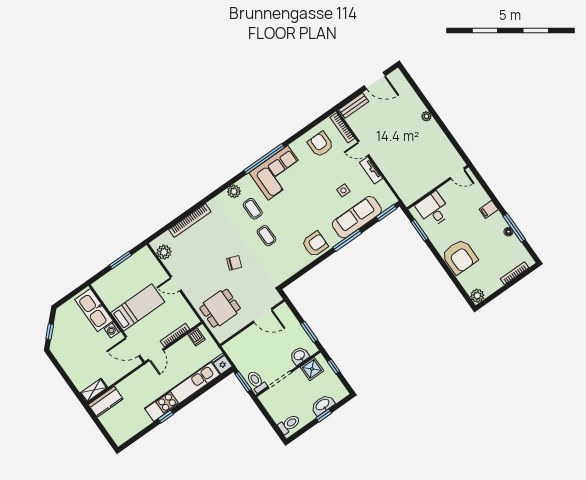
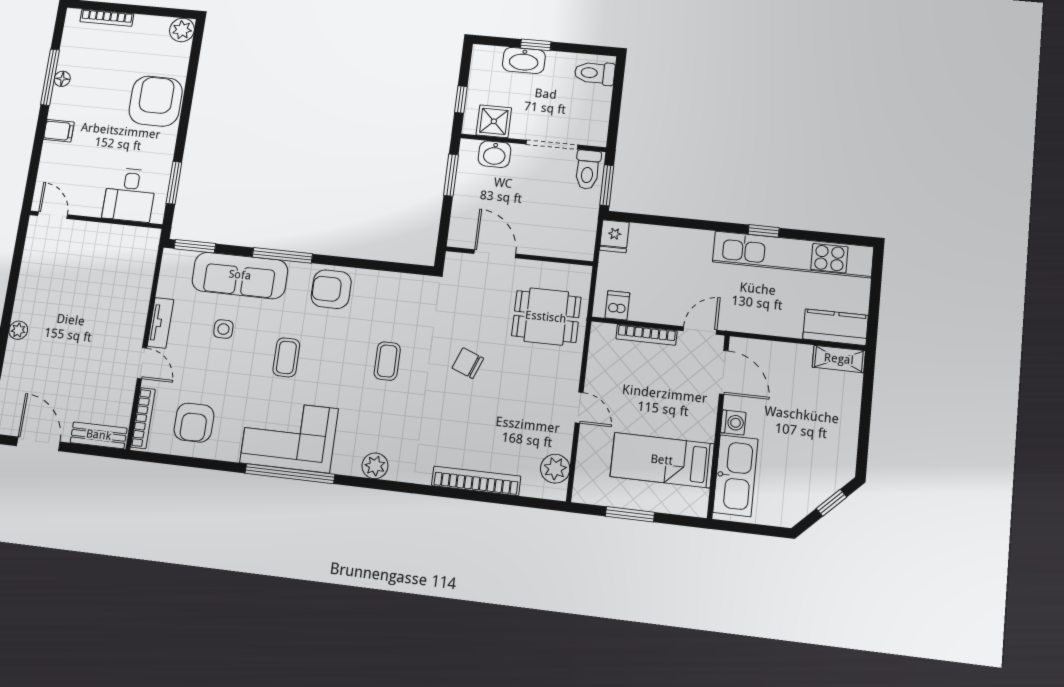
coffee table: (253, 209) -> (286, 357), moved
bed: (138, 307) -> (662, 460), moved
kitchen unit: (182, 391) -> (793, 254), moved

